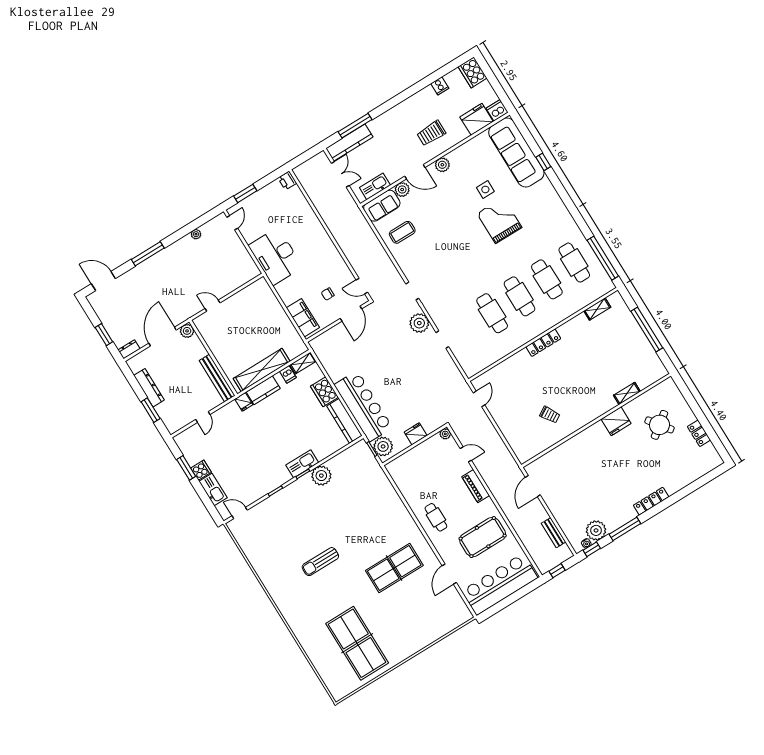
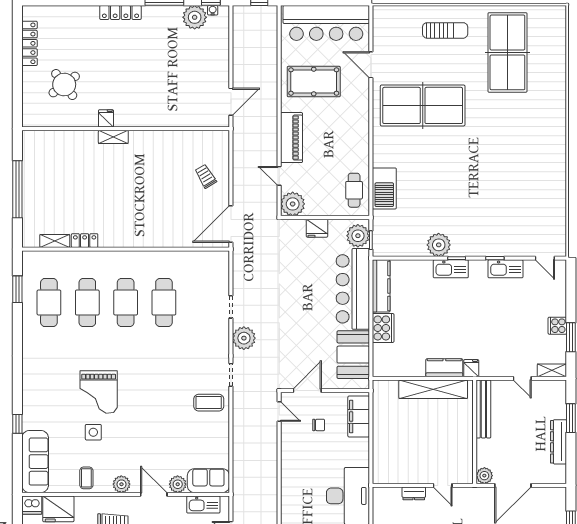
sofa: (516, 152) -> (35, 462), width x0.74, depth x0.79
coffee table: (470, 154) -> (86, 478), added
coffee table: (402, 232) -> (209, 403), moved
window: (603, 258) -> (17, 289), width x0.47
locker: (543, 343) -> (85, 241), moved, width x0.66
dresser: (129, 349) -> (414, 493), moved
booth: (334, 360) -> (353, 355), added
shelving: (303, 363) -> (552, 370), moved
dishwasher: (288, 374) -> (409, 368), removed
shelving: (627, 393) -> (113, 137), moved
door: (479, 399) -> (231, 224), width x1.87
trolley: (550, 415) -> (206, 176), moved
door: (203, 417) -> (522, 378), swing flipped
fridge: (616, 421) -> (106, 118), width x0.53, depth x0.75
locker: (699, 433) -> (29, 43), width x1.53
plant: (445, 434) -> (293, 204), width x1.87, depth x1.87
piano: (476, 486) -> (291, 138), width x1.37, depth x1.33
kitchen sink: (213, 490) -> (506, 269), moved, turned -90
barbecue: (385, 492) -> (384, 188), added
cafe table: (436, 517) -> (354, 190), moved
bench: (554, 533) -> (239, 42), removed
sun lounger: (320, 562) -> (445, 30), moved
table tennis table: (394, 568) -> (423, 105), width x1.36, depth x1.32
door: (449, 574) -> (371, 65), swing flipped

